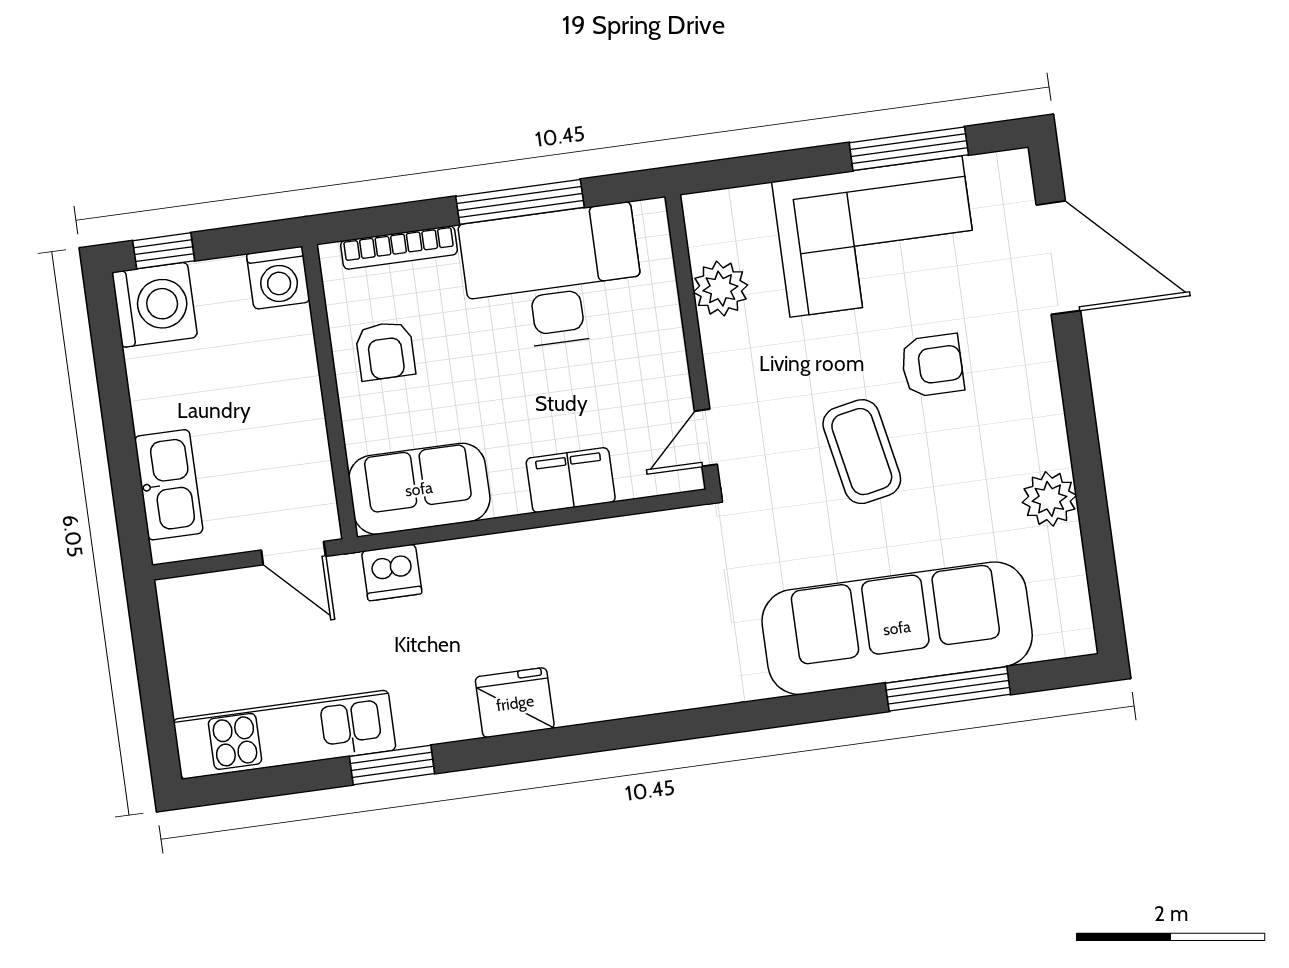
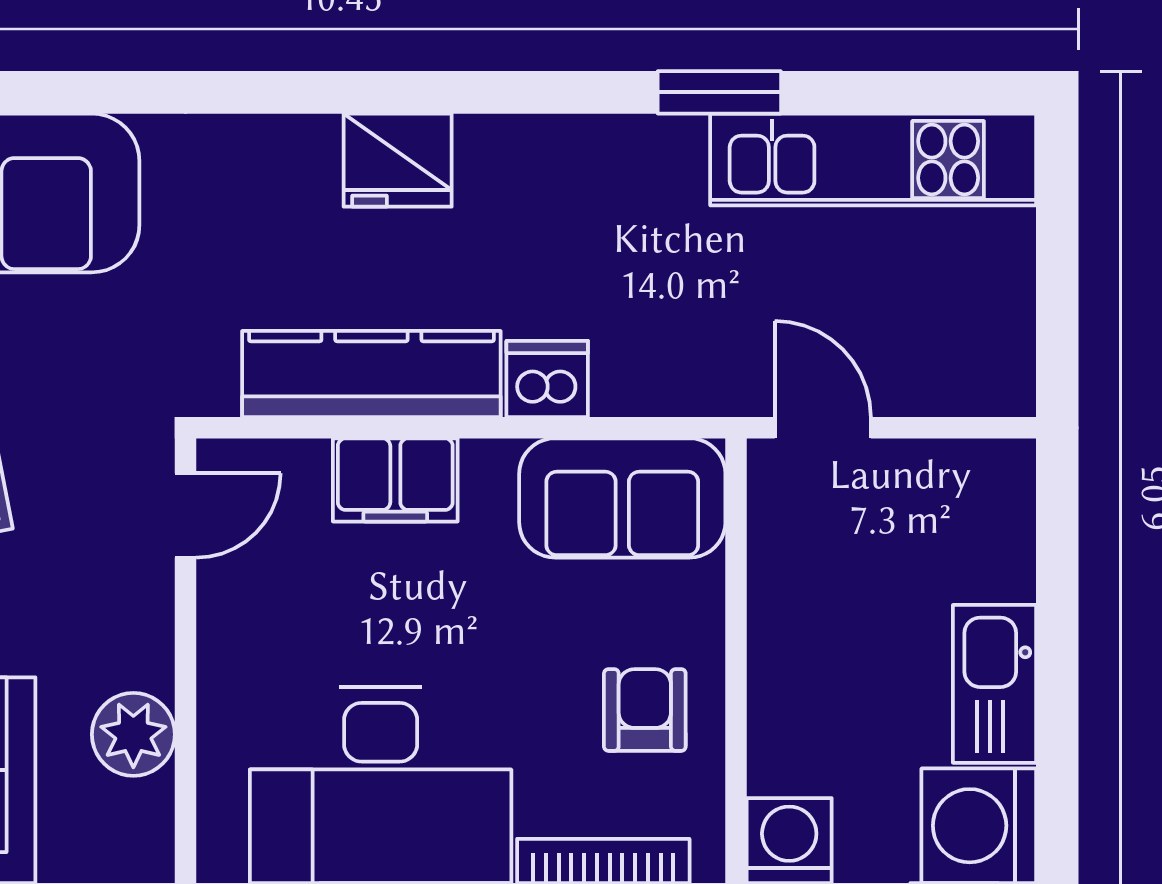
kitchen sink: (169, 485) -> (994, 684), moved
kitchen counter: (596, 548) -> (371, 374), added
dishwasher: (392, 572) -> (547, 379), moved
fridge: (515, 703) -> (398, 160), moved

